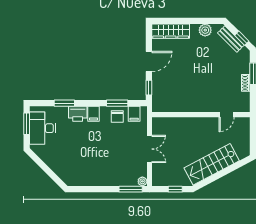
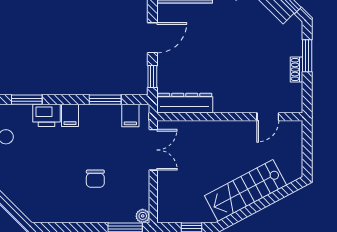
dresser: (171, 106) -> (185, 103), added
chair: (117, 117) -> (95, 179), moved
double door: (150, 149) -> (153, 150), moved

